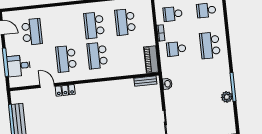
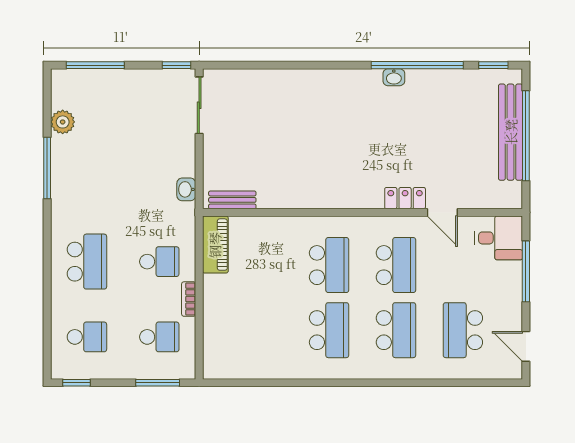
school desk: (125, 22) -> (396, 330), moved
desk: (19, 66) -> (499, 238), moved
plant: (227, 97) -> (63, 122), moved

